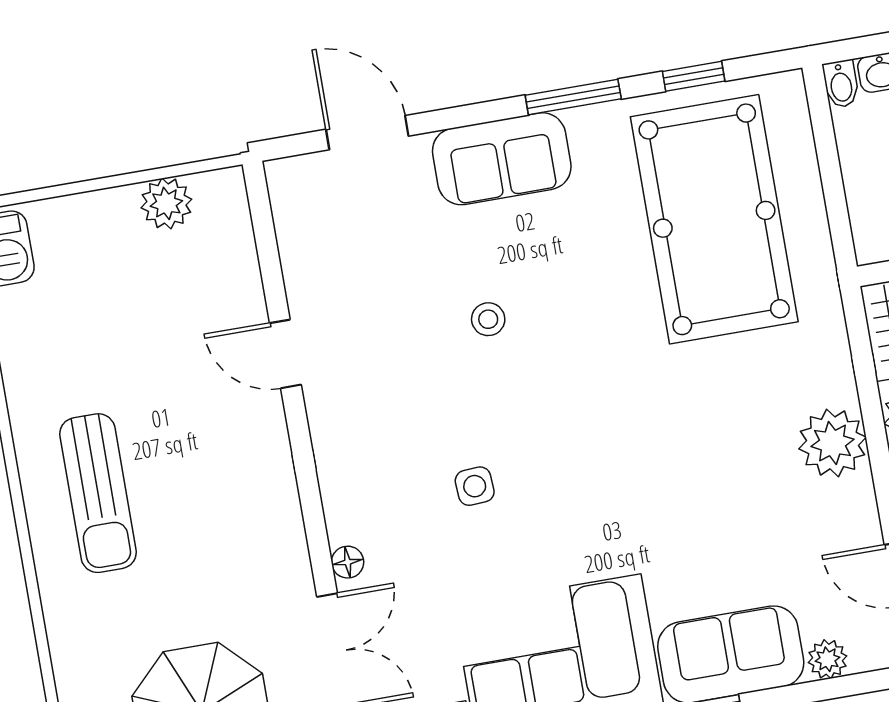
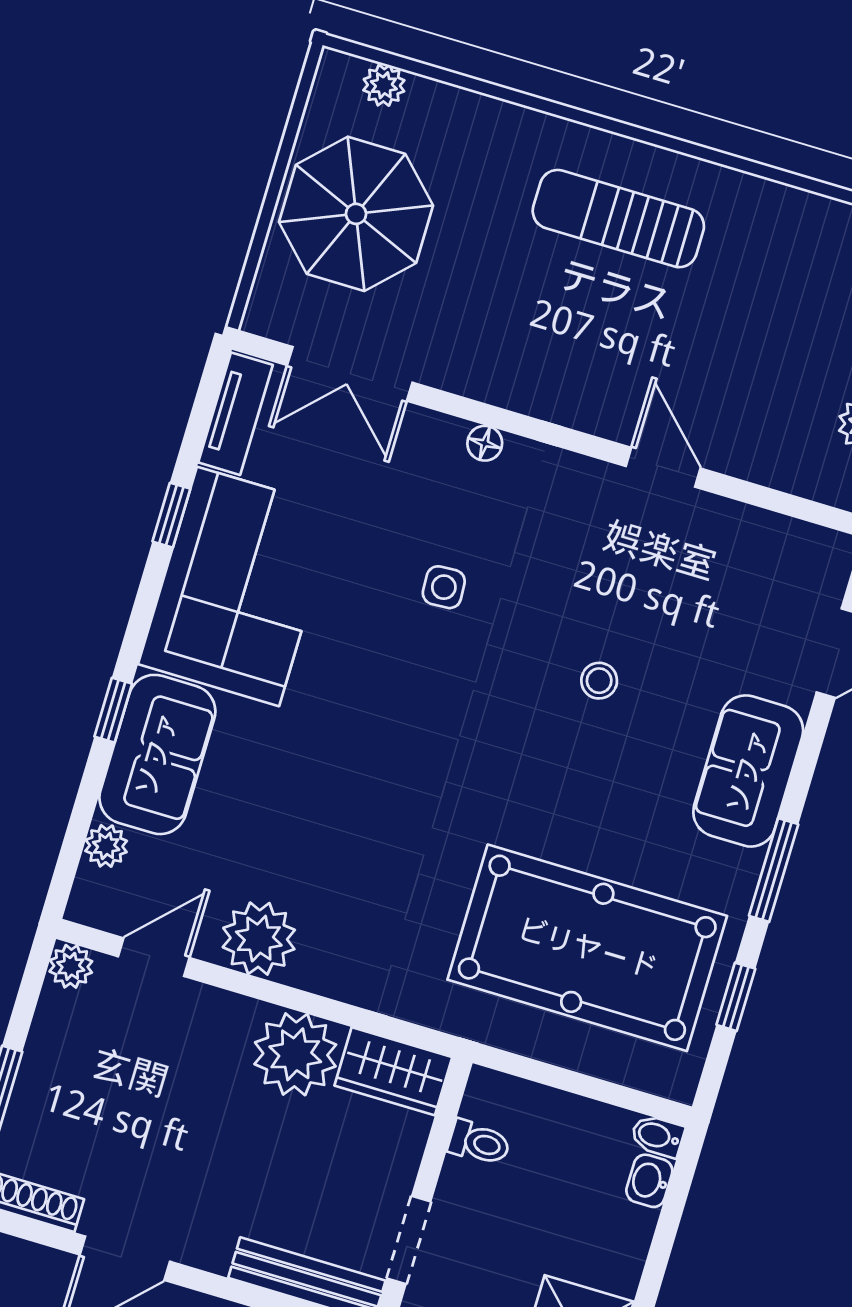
door: (285, 354) -> (663, 467), hinge flipped
plant: (832, 443) -> (259, 939), moved
floor lamp: (348, 562) -> (485, 443), moved

